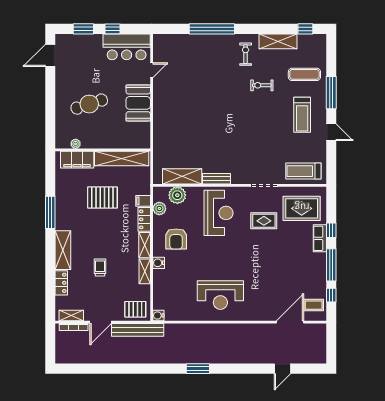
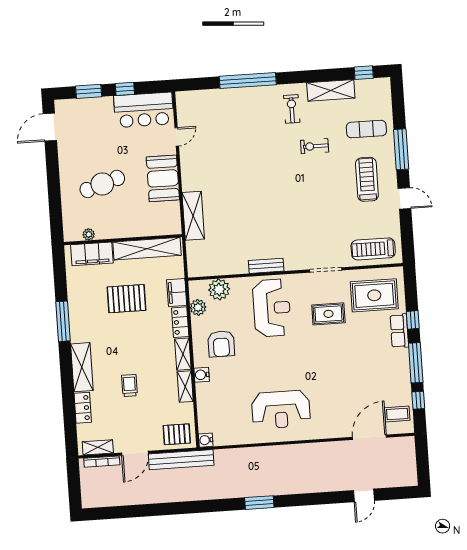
treadmill: (302, 115) -> (367, 179), turned 180
shelving: (182, 176) -> (193, 216), moved, turned 90
filing cabinet: (143, 201) -> (177, 293), width x2.00

